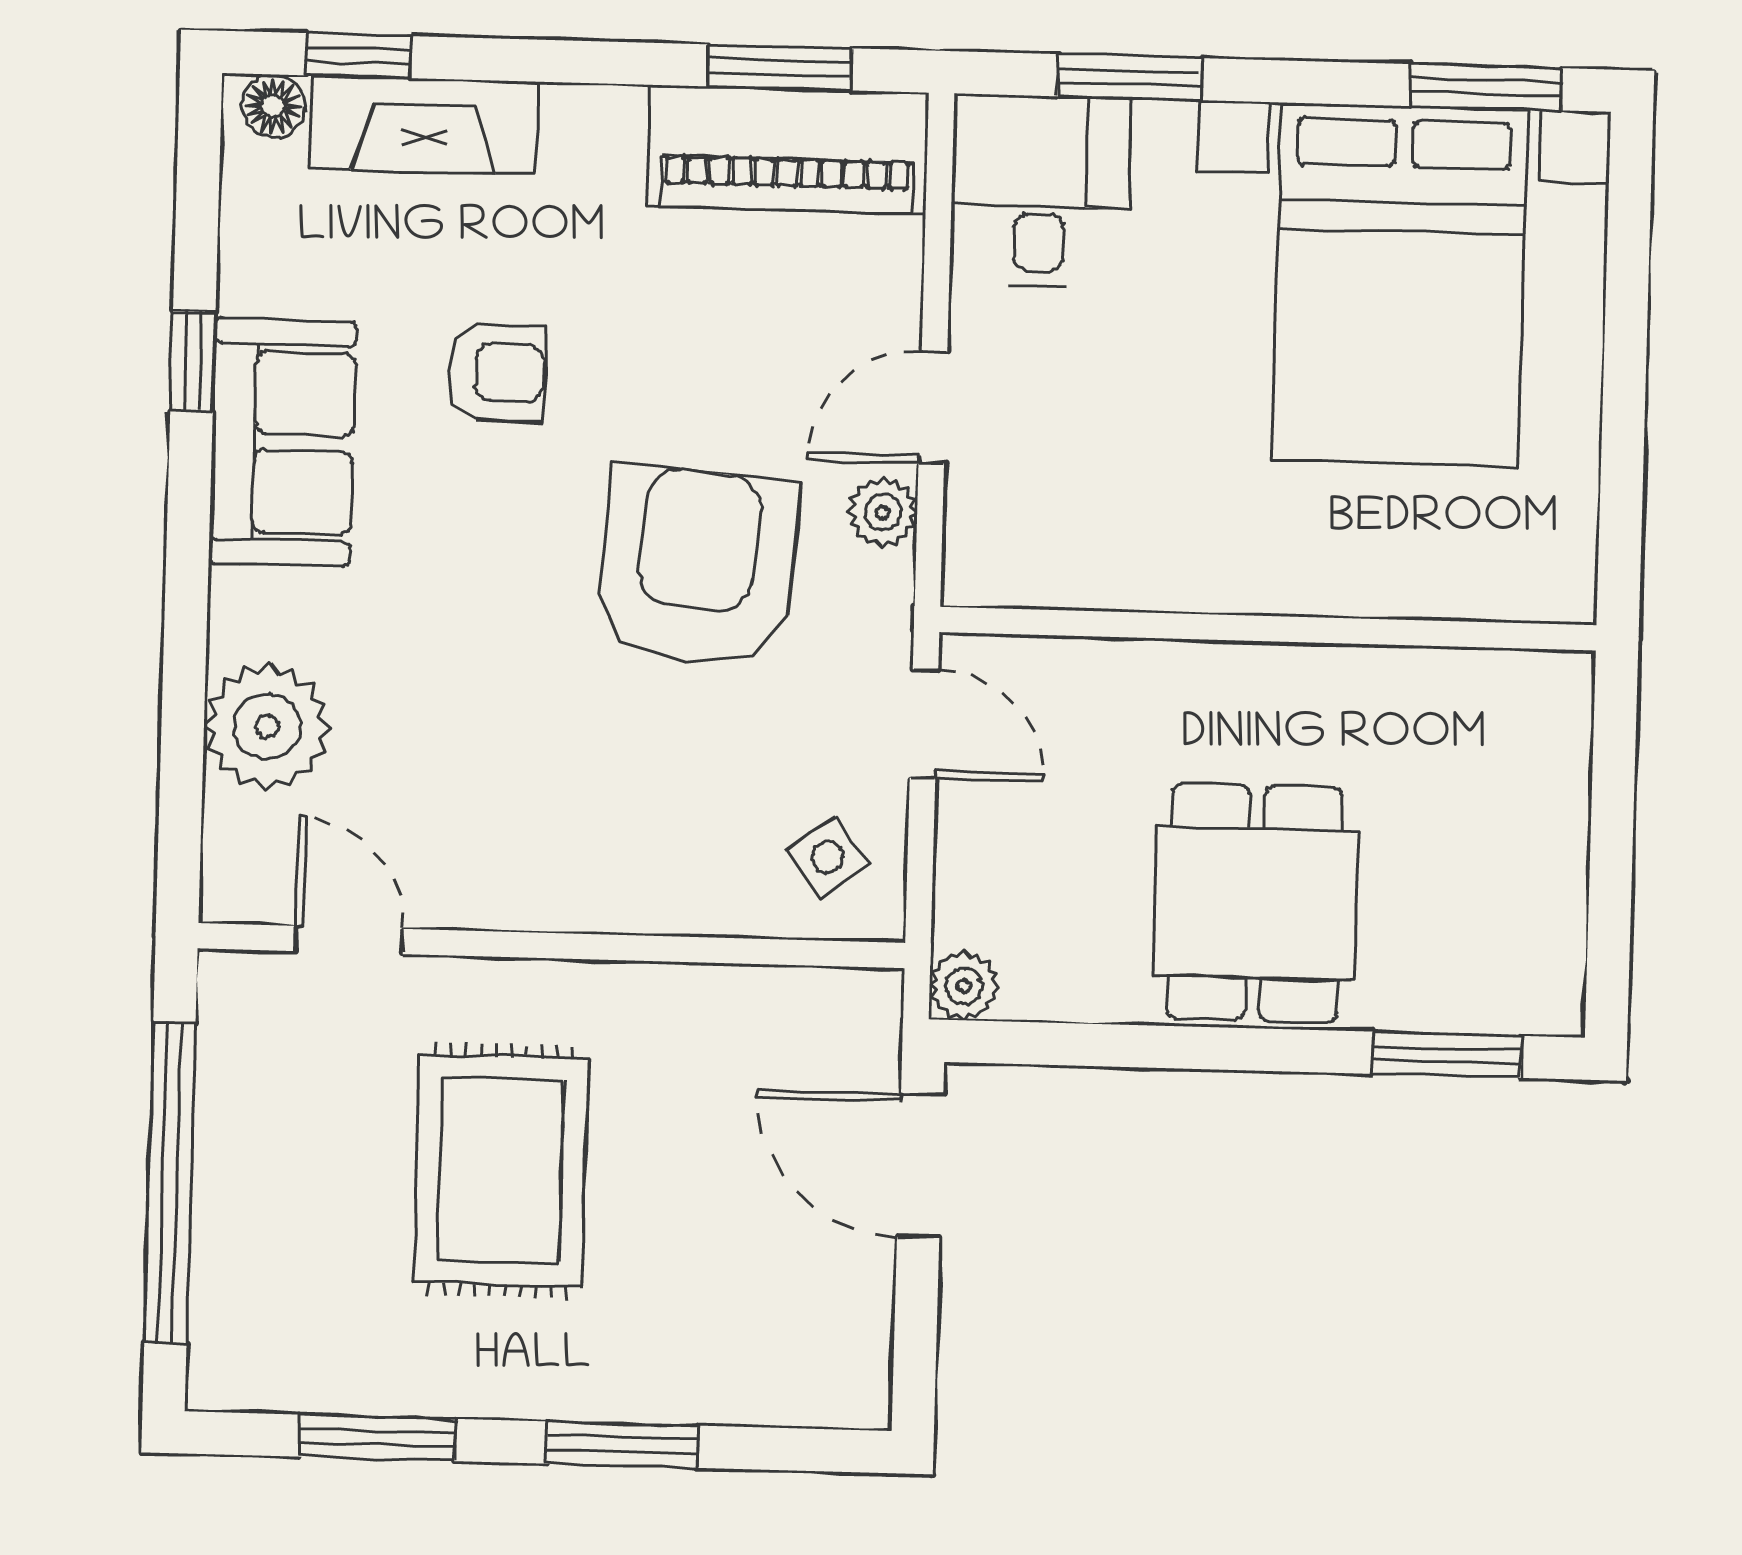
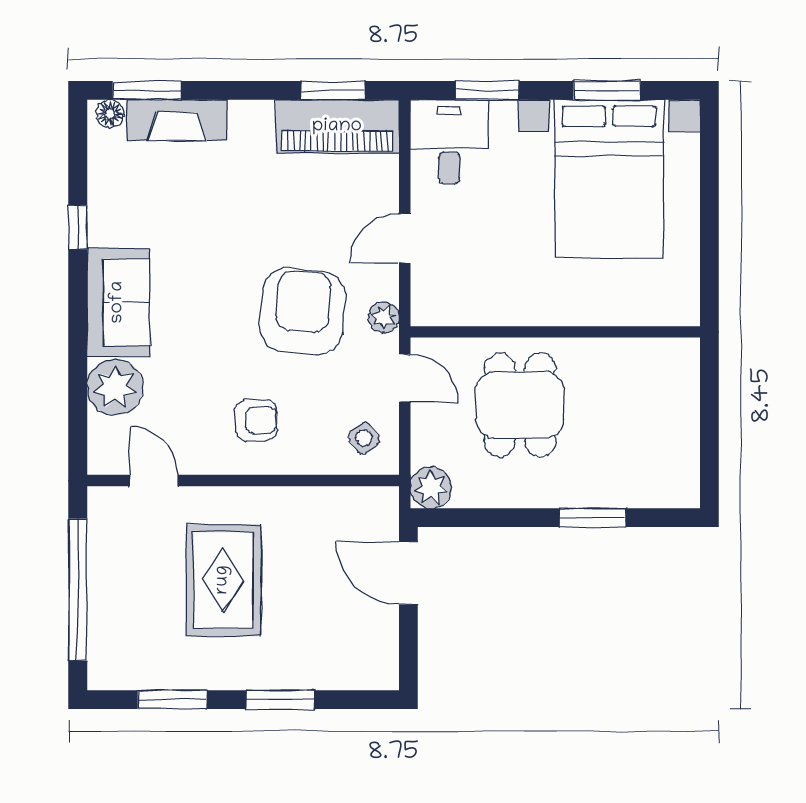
window: (358, 56) -> (147, 90), width x1.50
window: (1486, 87) -> (607, 90), moved
armchair: (496, 373) -> (256, 420), moved
sofa: (283, 442) -> (118, 302), moved
plant: (883, 512) -> (384, 317), moved
dining table: (1255, 903) -> (520, 405), moved
plant: (964, 986) -> (431, 488), width x1.38, depth x1.38
window: (1447, 1055) -> (593, 518), moved

